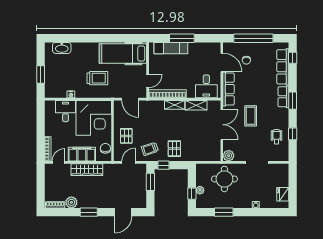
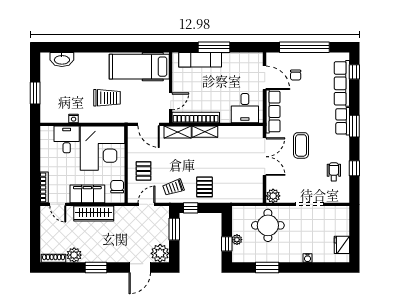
shelving: (196, 105) -> (178, 132), moved
door: (58, 162) -> (58, 204), swing flipped
plant: (139, 201) -> (160, 253), added

